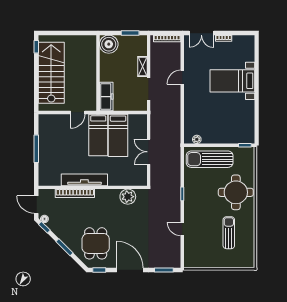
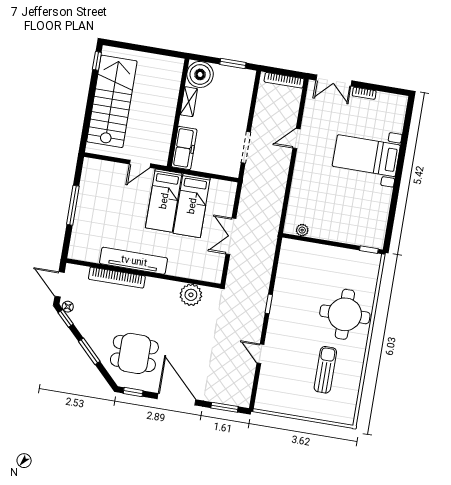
shelving: (142, 66) -> (189, 102), moved
sun lounger: (210, 159) -> (316, 261), removed
dining table: (96, 243) -> (134, 353), turned 90

